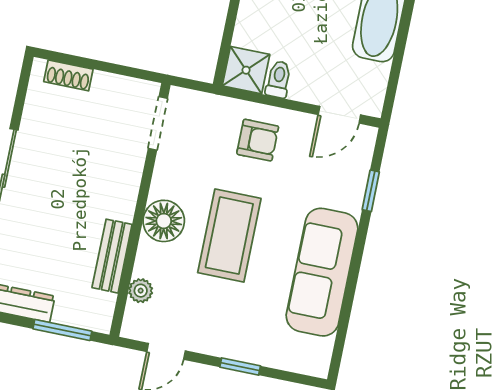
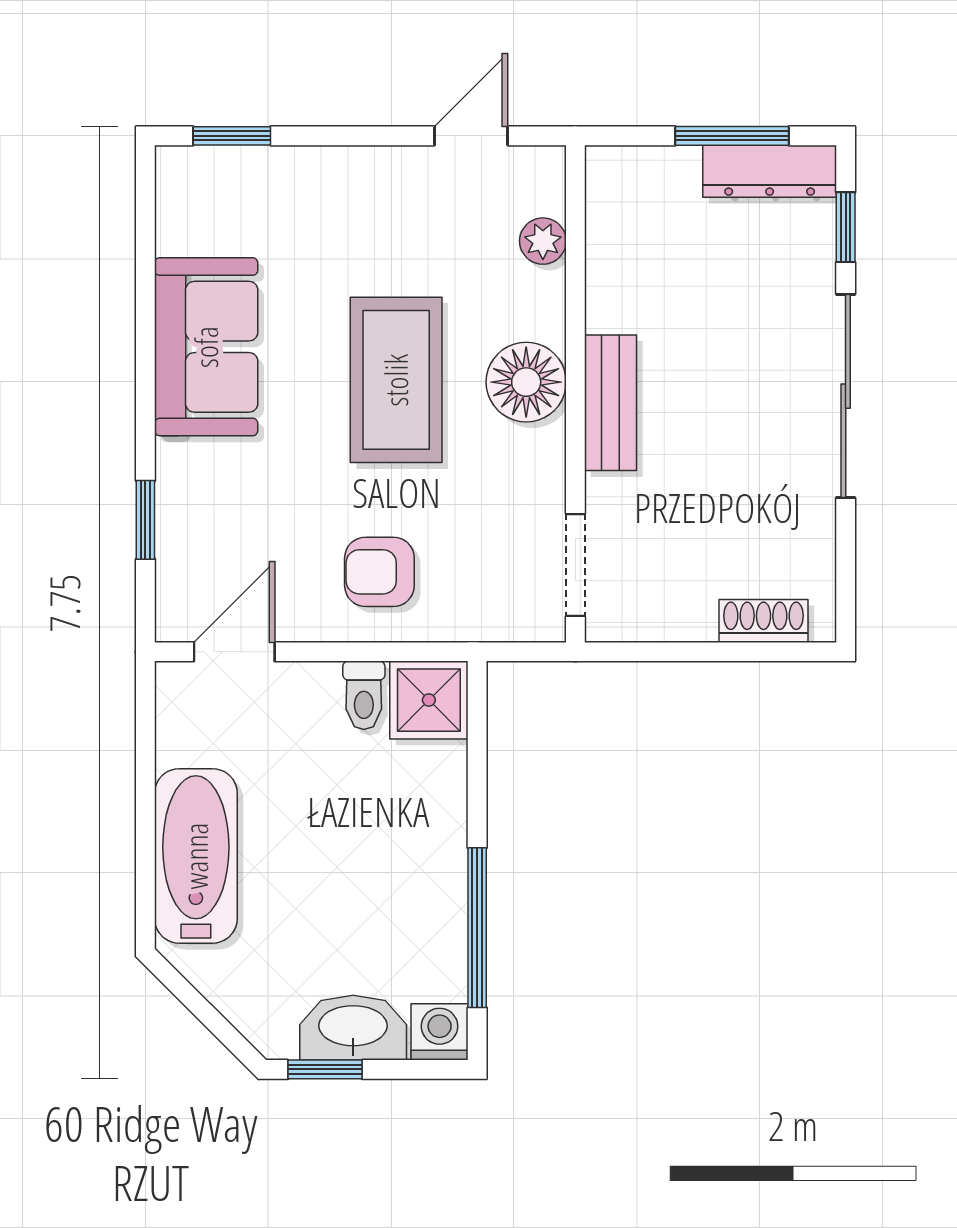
bench: (112, 256) -> (610, 403), moved
sofa: (322, 272) -> (206, 347), width x0.73
window: (62, 330) -> (732, 136), moved
window: (240, 367) -> (232, 136), moved

